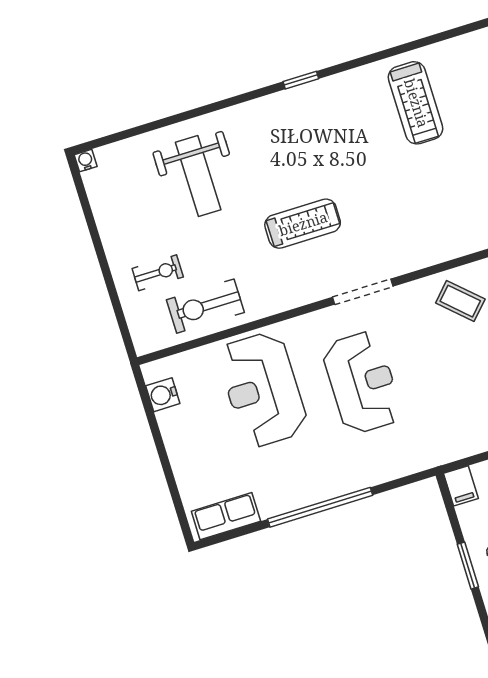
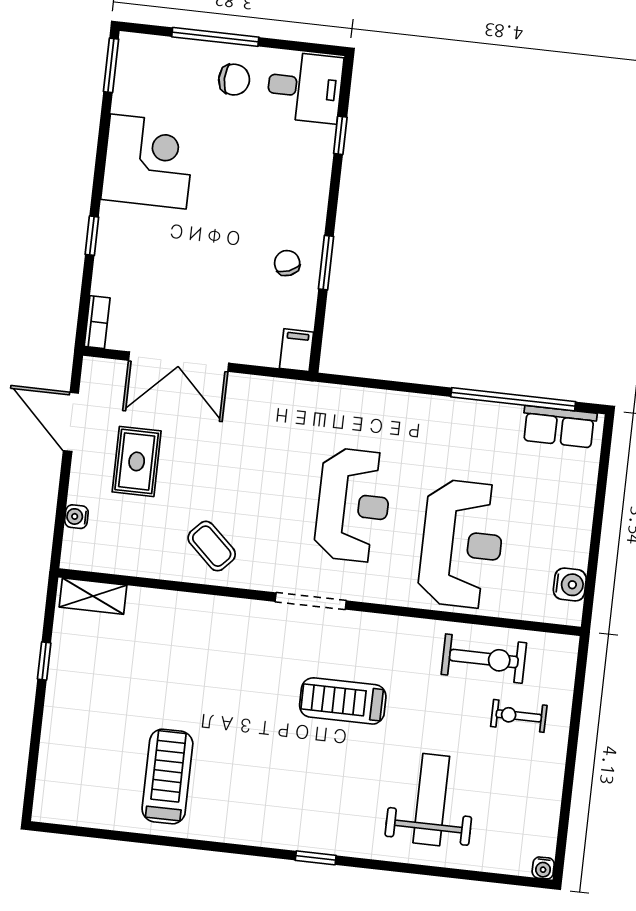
window: (301, 80) -> (316, 858), moved
reception desk: (362, 383) -> (353, 505), turned 180
window: (320, 507) -> (513, 399), moved

